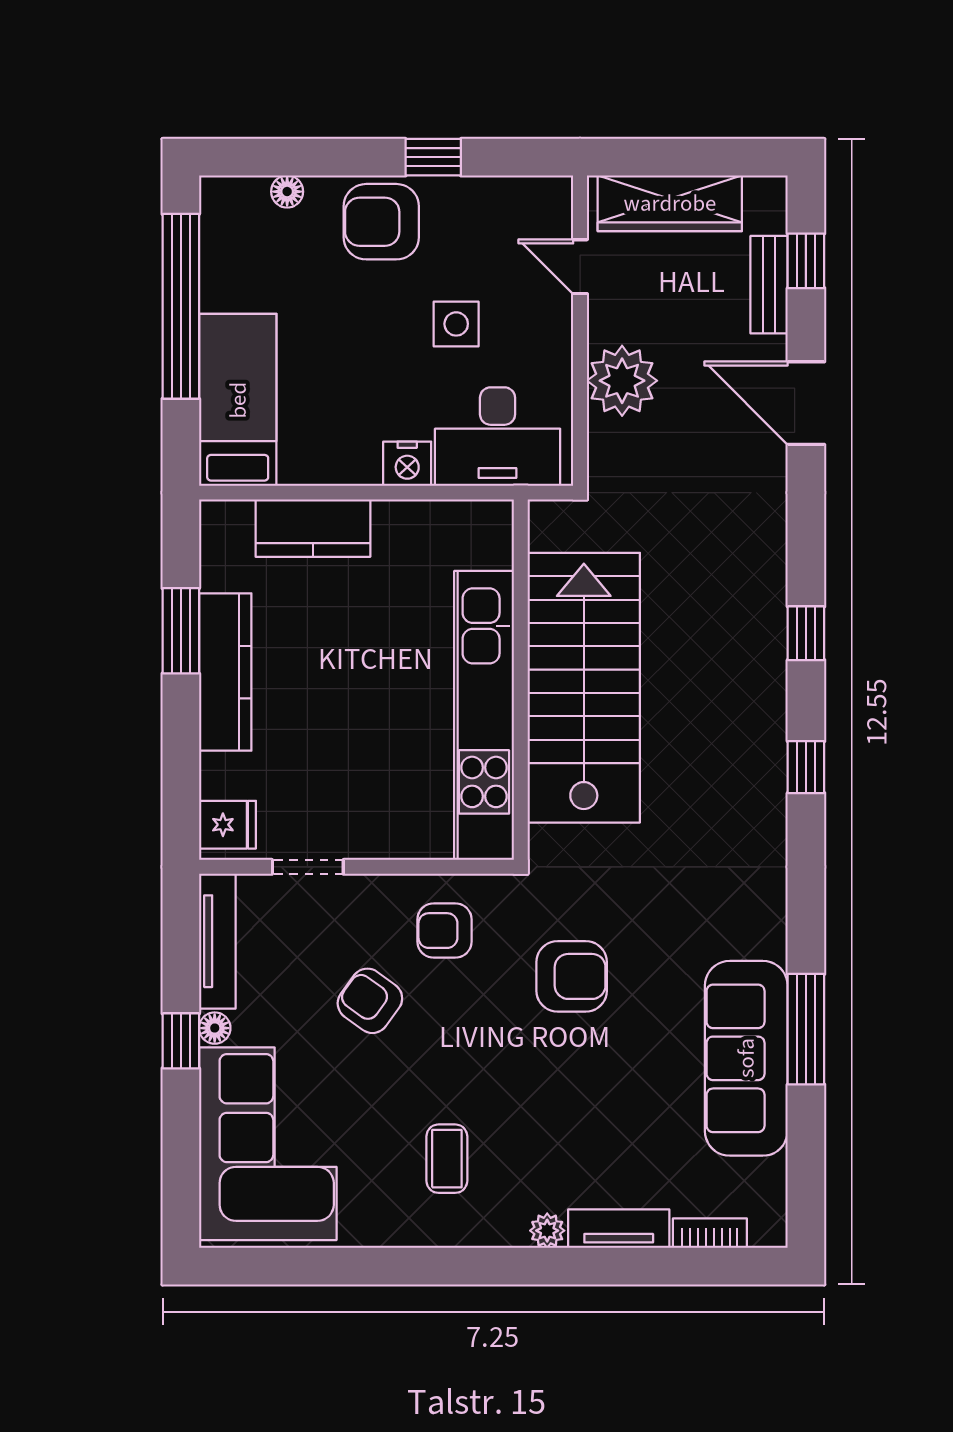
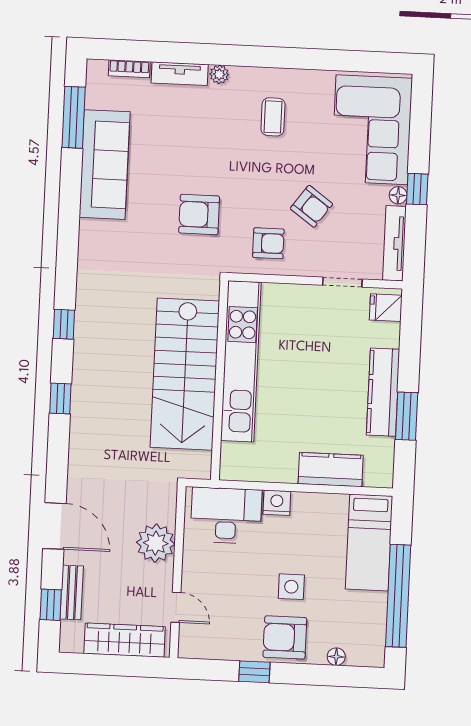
armchair: (381, 222) -> (285, 637), turned 180
side table: (456, 324) -> (291, 587), moved
window: (806, 1029) -> (74, 117), moved

